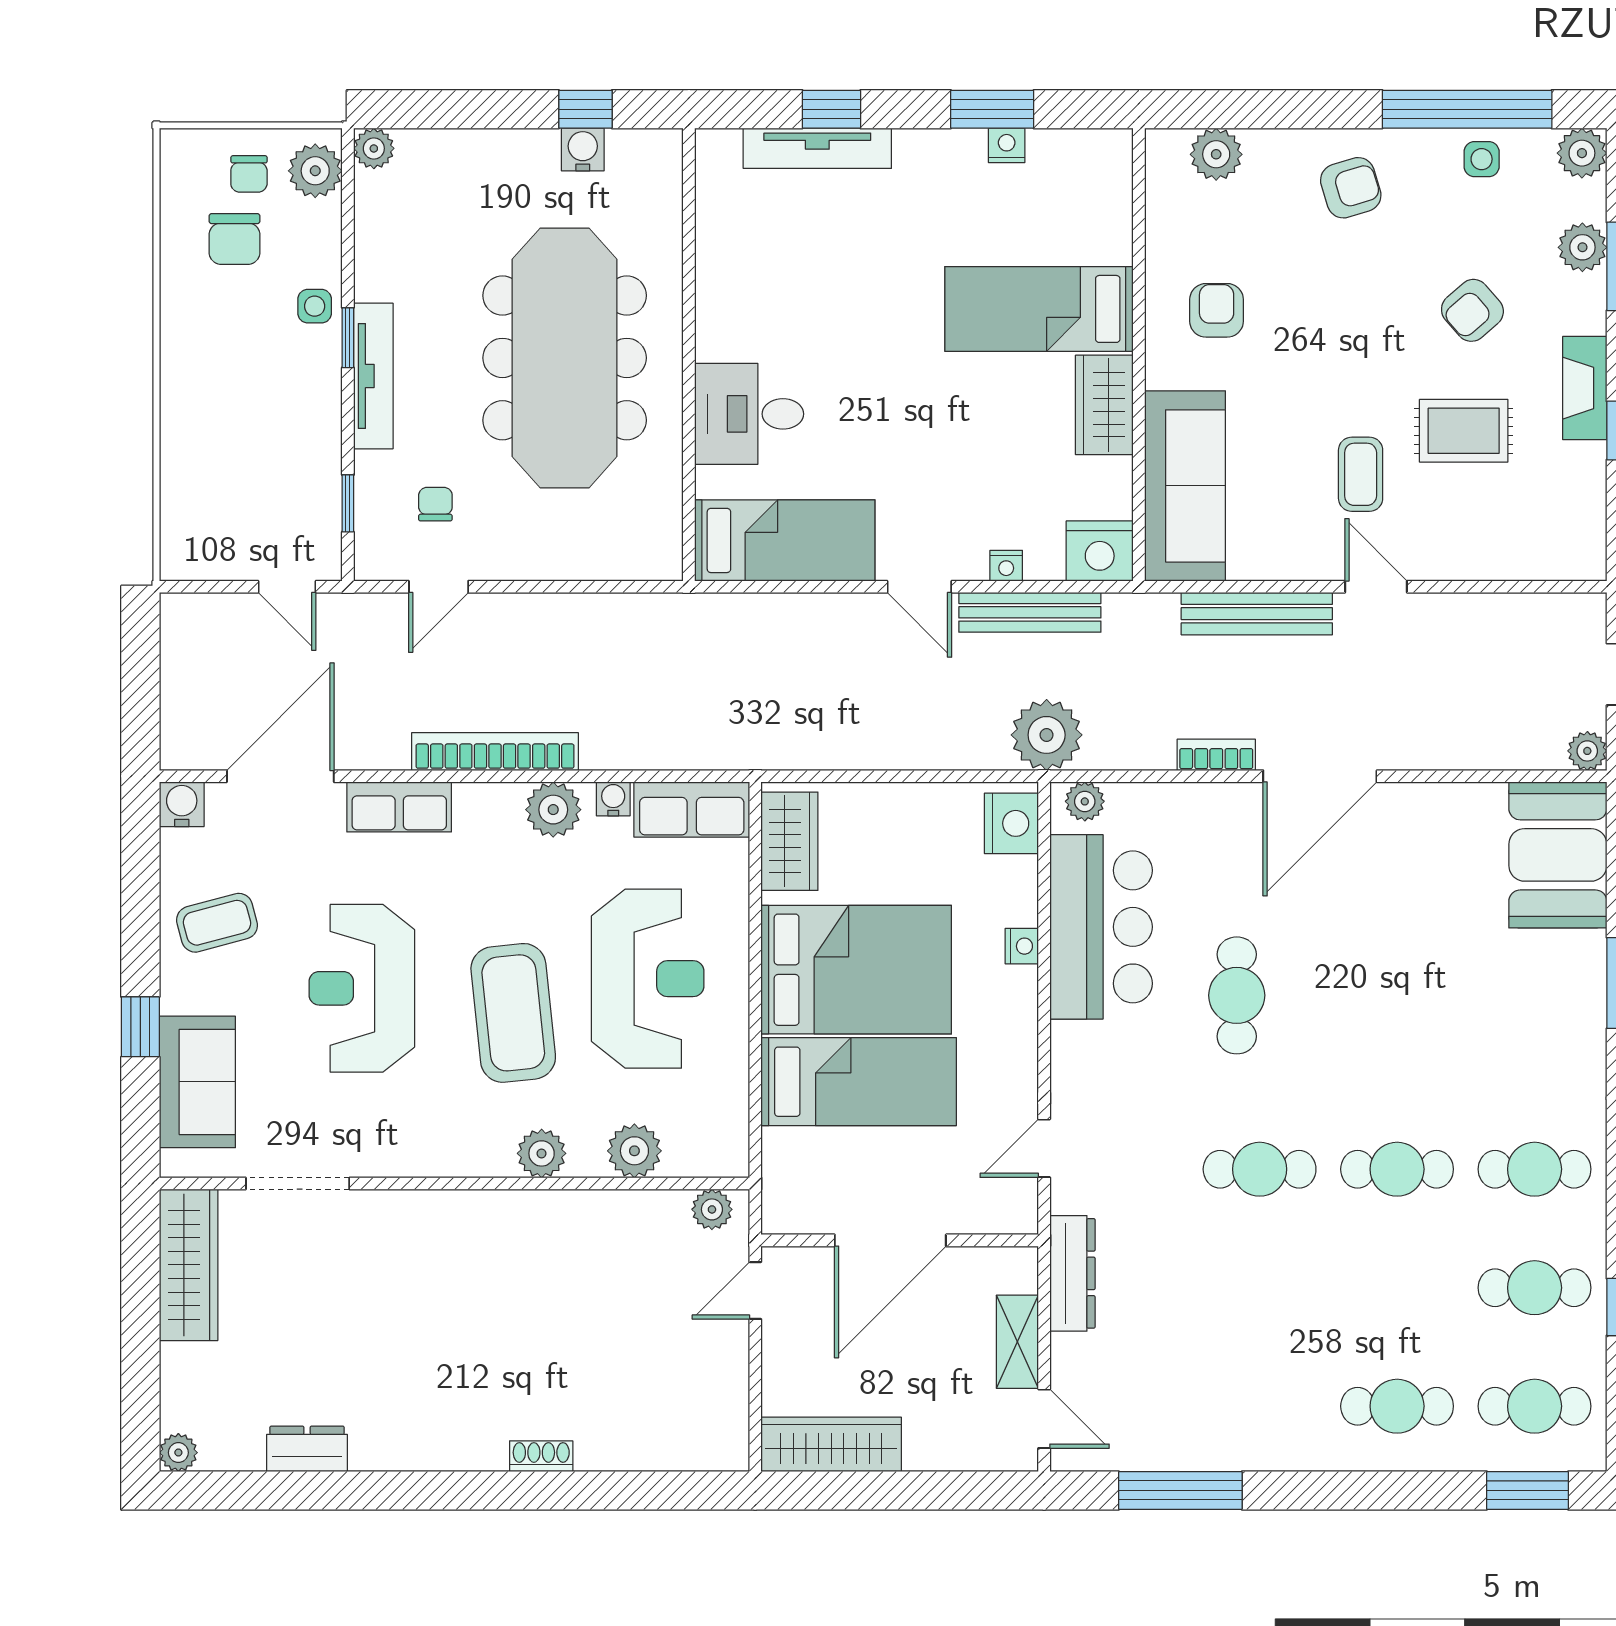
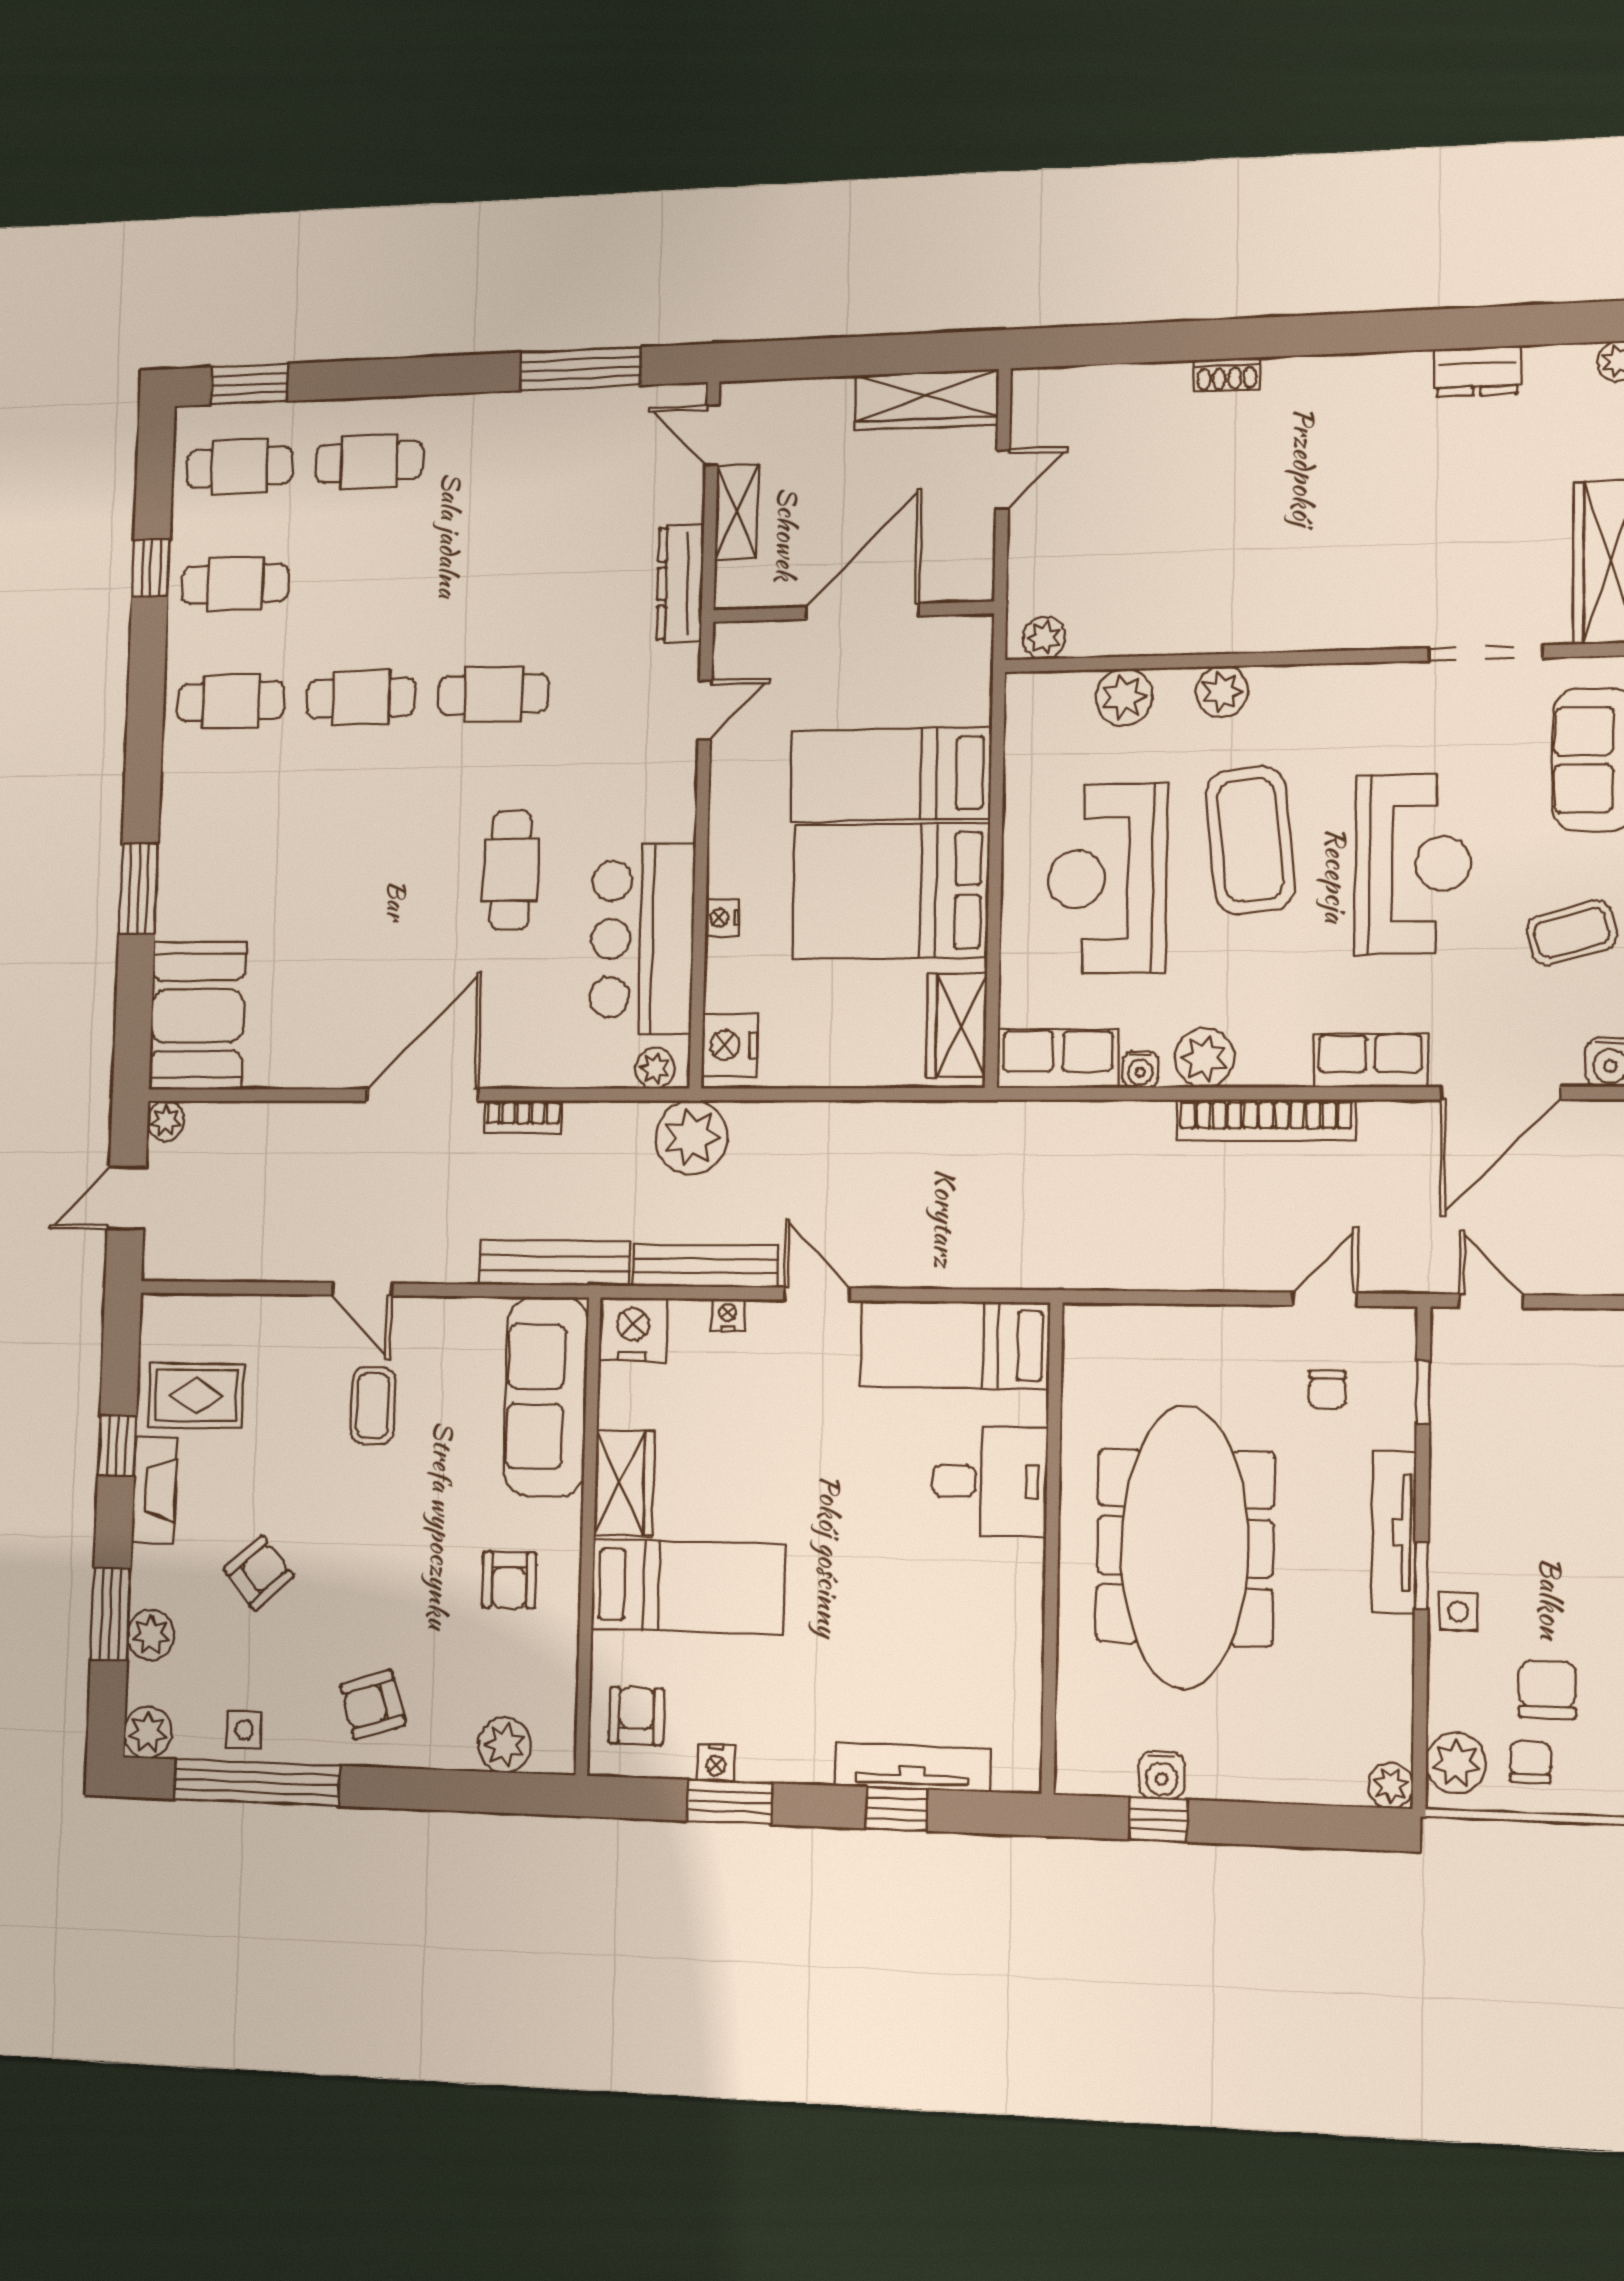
armchair: (1086, 186) -> (636, 1716), added
rug: (1464, 431) -> (196, 1396), moved
bench: (1257, 614) -> (554, 1263), moved
door: (755, 1290) -> (1003, 479), moved

